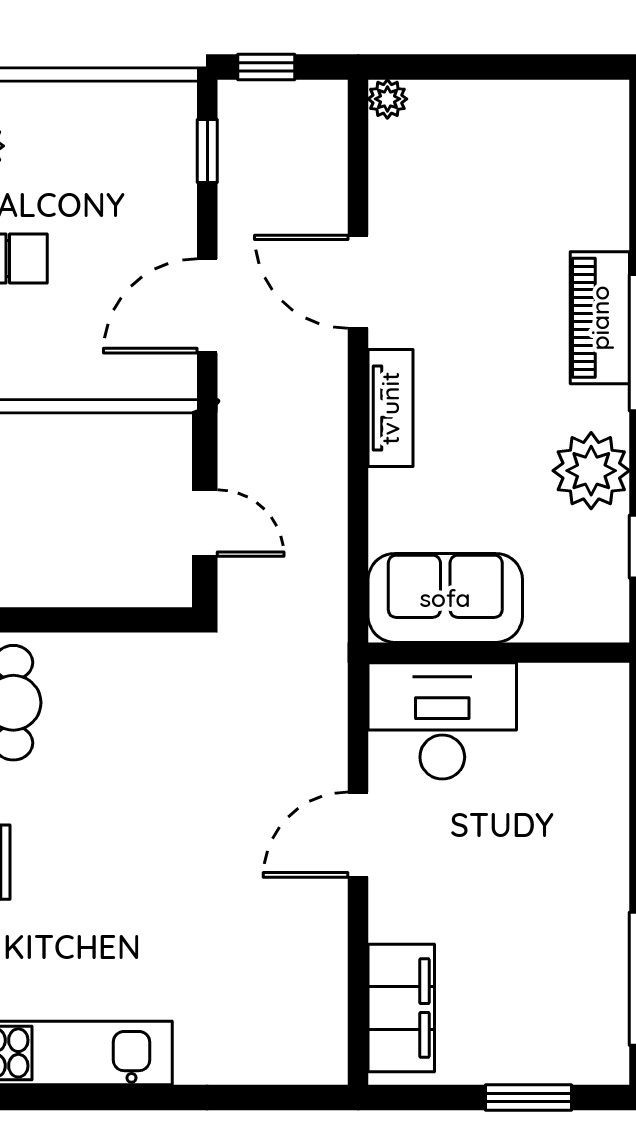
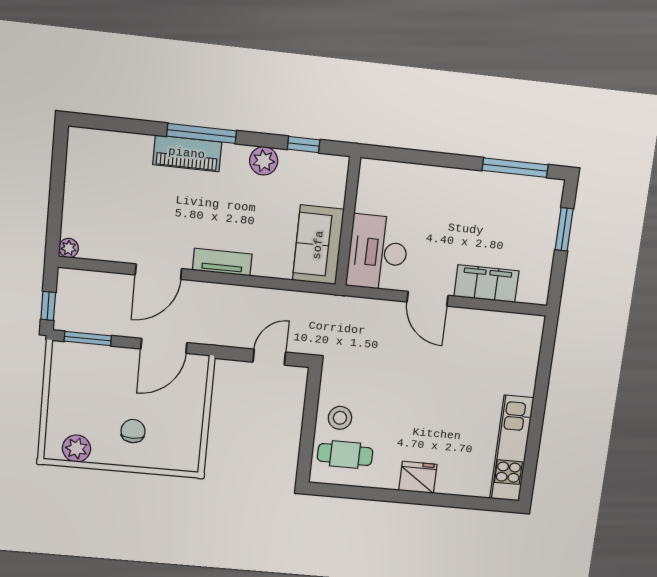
window: (207, 151) -> (88, 339), width x1.50
door: (207, 306) -> (164, 346), hinge flipped
plant: (591, 471) -> (264, 161), width x0.73, depth x0.73
stool: (91, 683) -> (340, 418), added
filing cabinet: (401, 1008) -> (486, 284), moved

